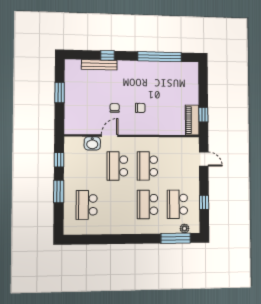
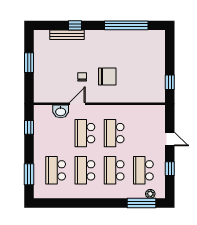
chair: (140, 108) -> (107, 76), width x1.87, depth x1.87
piano: (192, 120) -> (159, 88), removed
door: (204, 159) -> (170, 139), moved
window: (59, 191) -> (29, 174), moved
school desk: (117, 205) -> (85, 170), added

